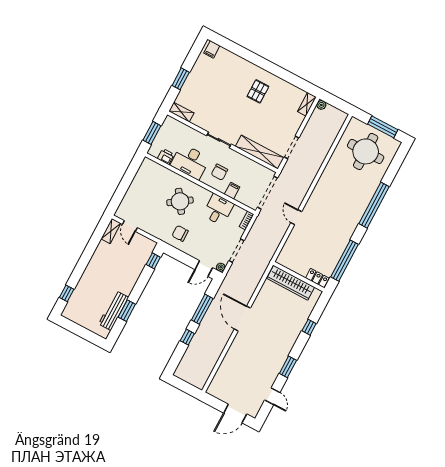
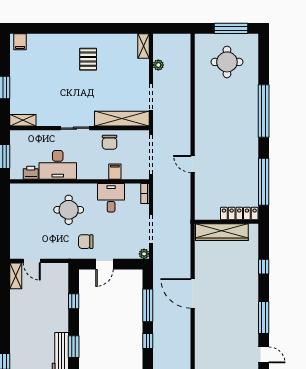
plant: (321, 105) -> (158, 65), moved
round table: (366, 151) -> (227, 62), width x0.73, depth x0.73
chair: (219, 172) -> (110, 142), moved
round table: (180, 201) -> (69, 210), turned 35
window: (153, 261) -> (74, 301), moved
door: (204, 269) -> (104, 264), moved
locker: (317, 278) -> (239, 213), width x1.53
window: (288, 367) -> (264, 317), width x1.44

